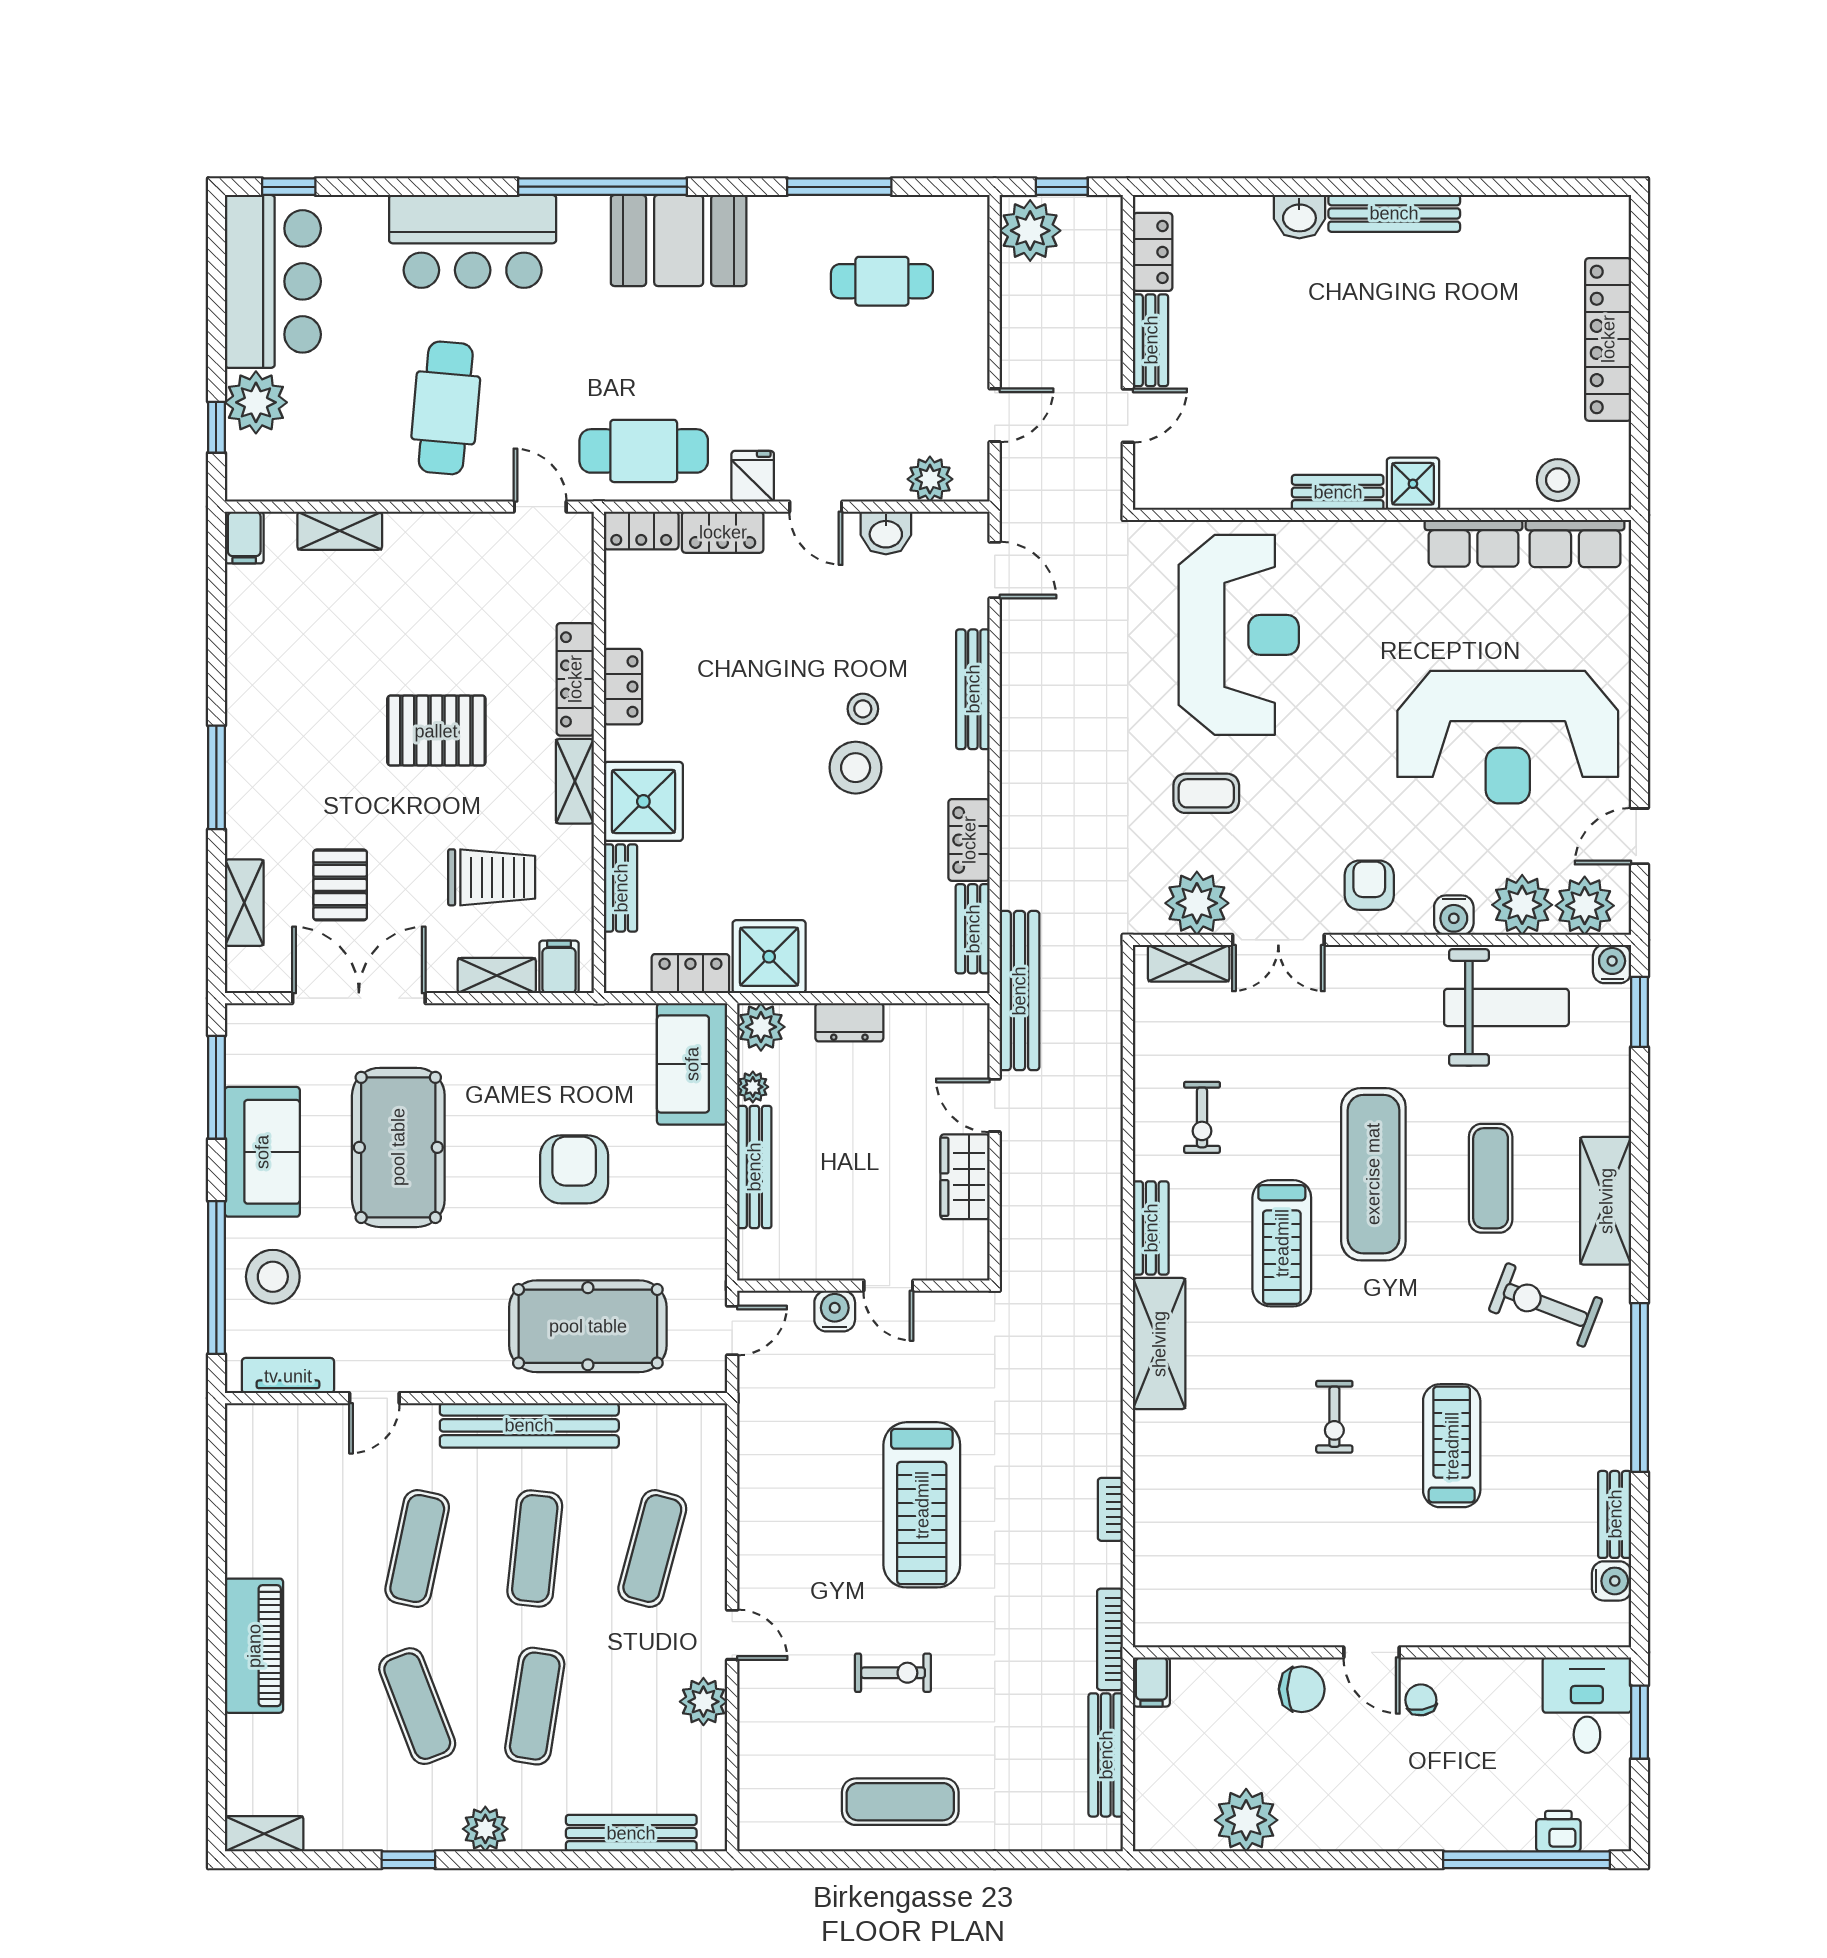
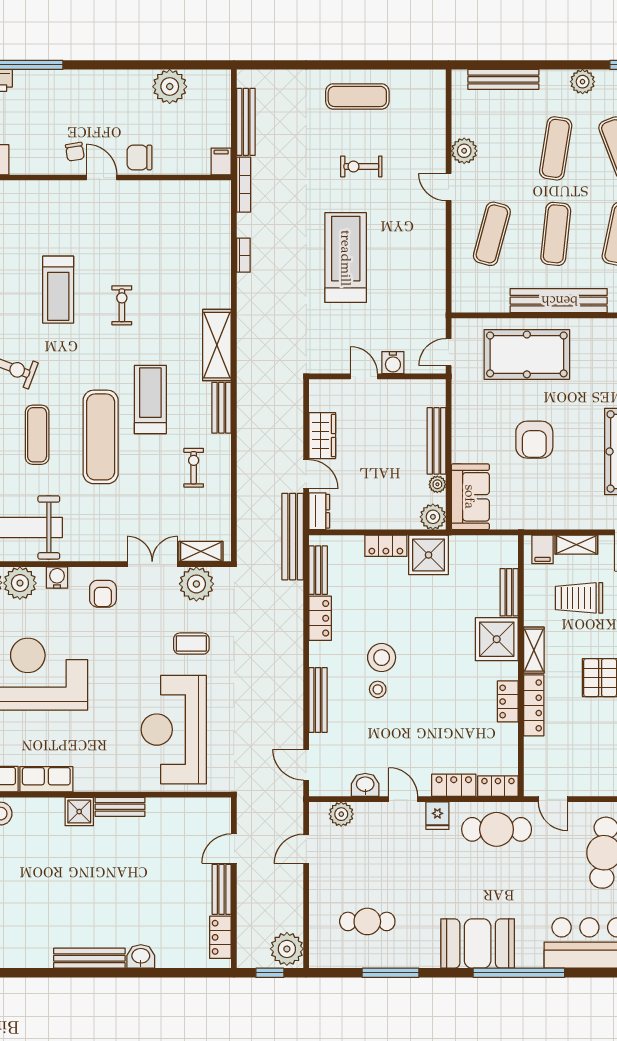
locker: (690, 974) -> (386, 546), moved
dresser: (849, 1022) -> (319, 511), moved, turned 90

